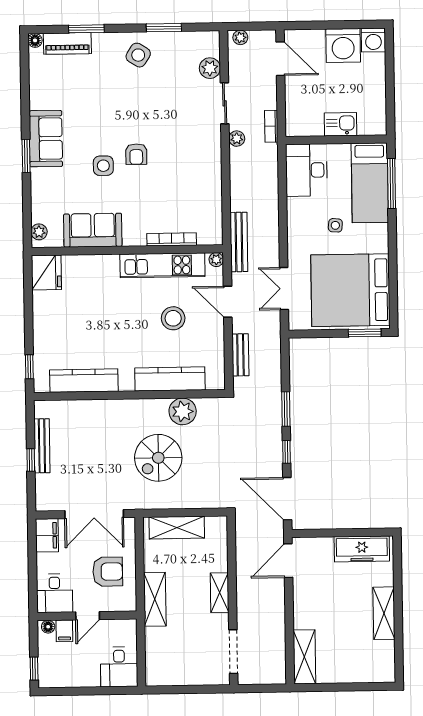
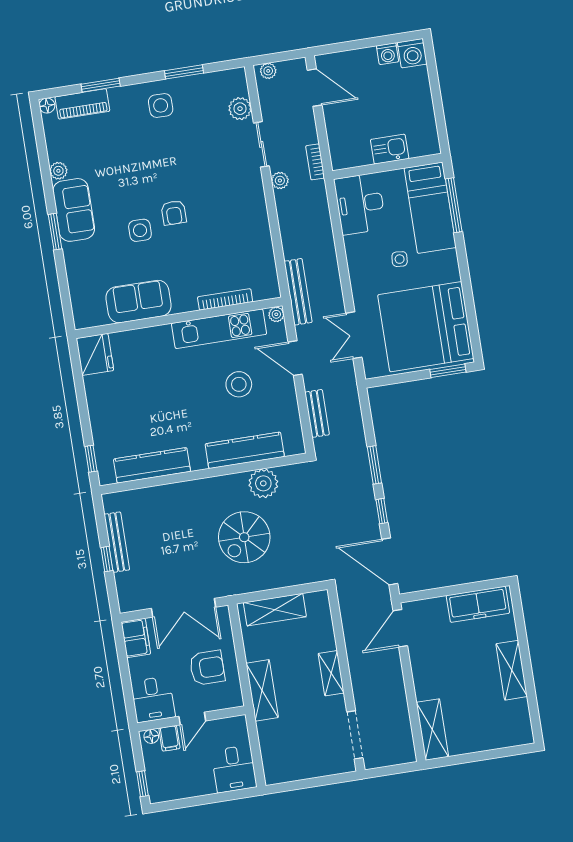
washing machine: (343, 45) -> (388, 54), width x0.53, depth x0.53
side table: (138, 55) -> (161, 105), turned -32
plant: (39, 232) -> (58, 171), moved

